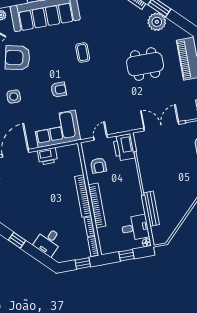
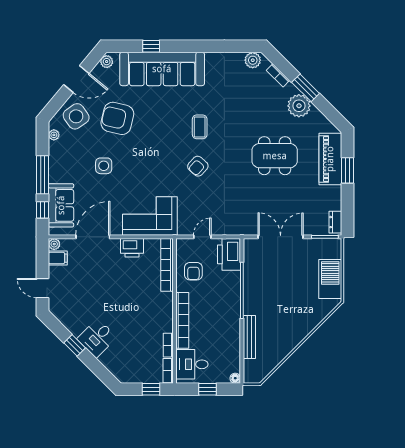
armchair: (59, 90) -> (198, 166), moved, turned 132
bookcase: (83, 196) -> (167, 265), moved
desk: (135, 228) -> (192, 364), moved, turned 180
desk: (48, 242) -> (97, 338), moved

